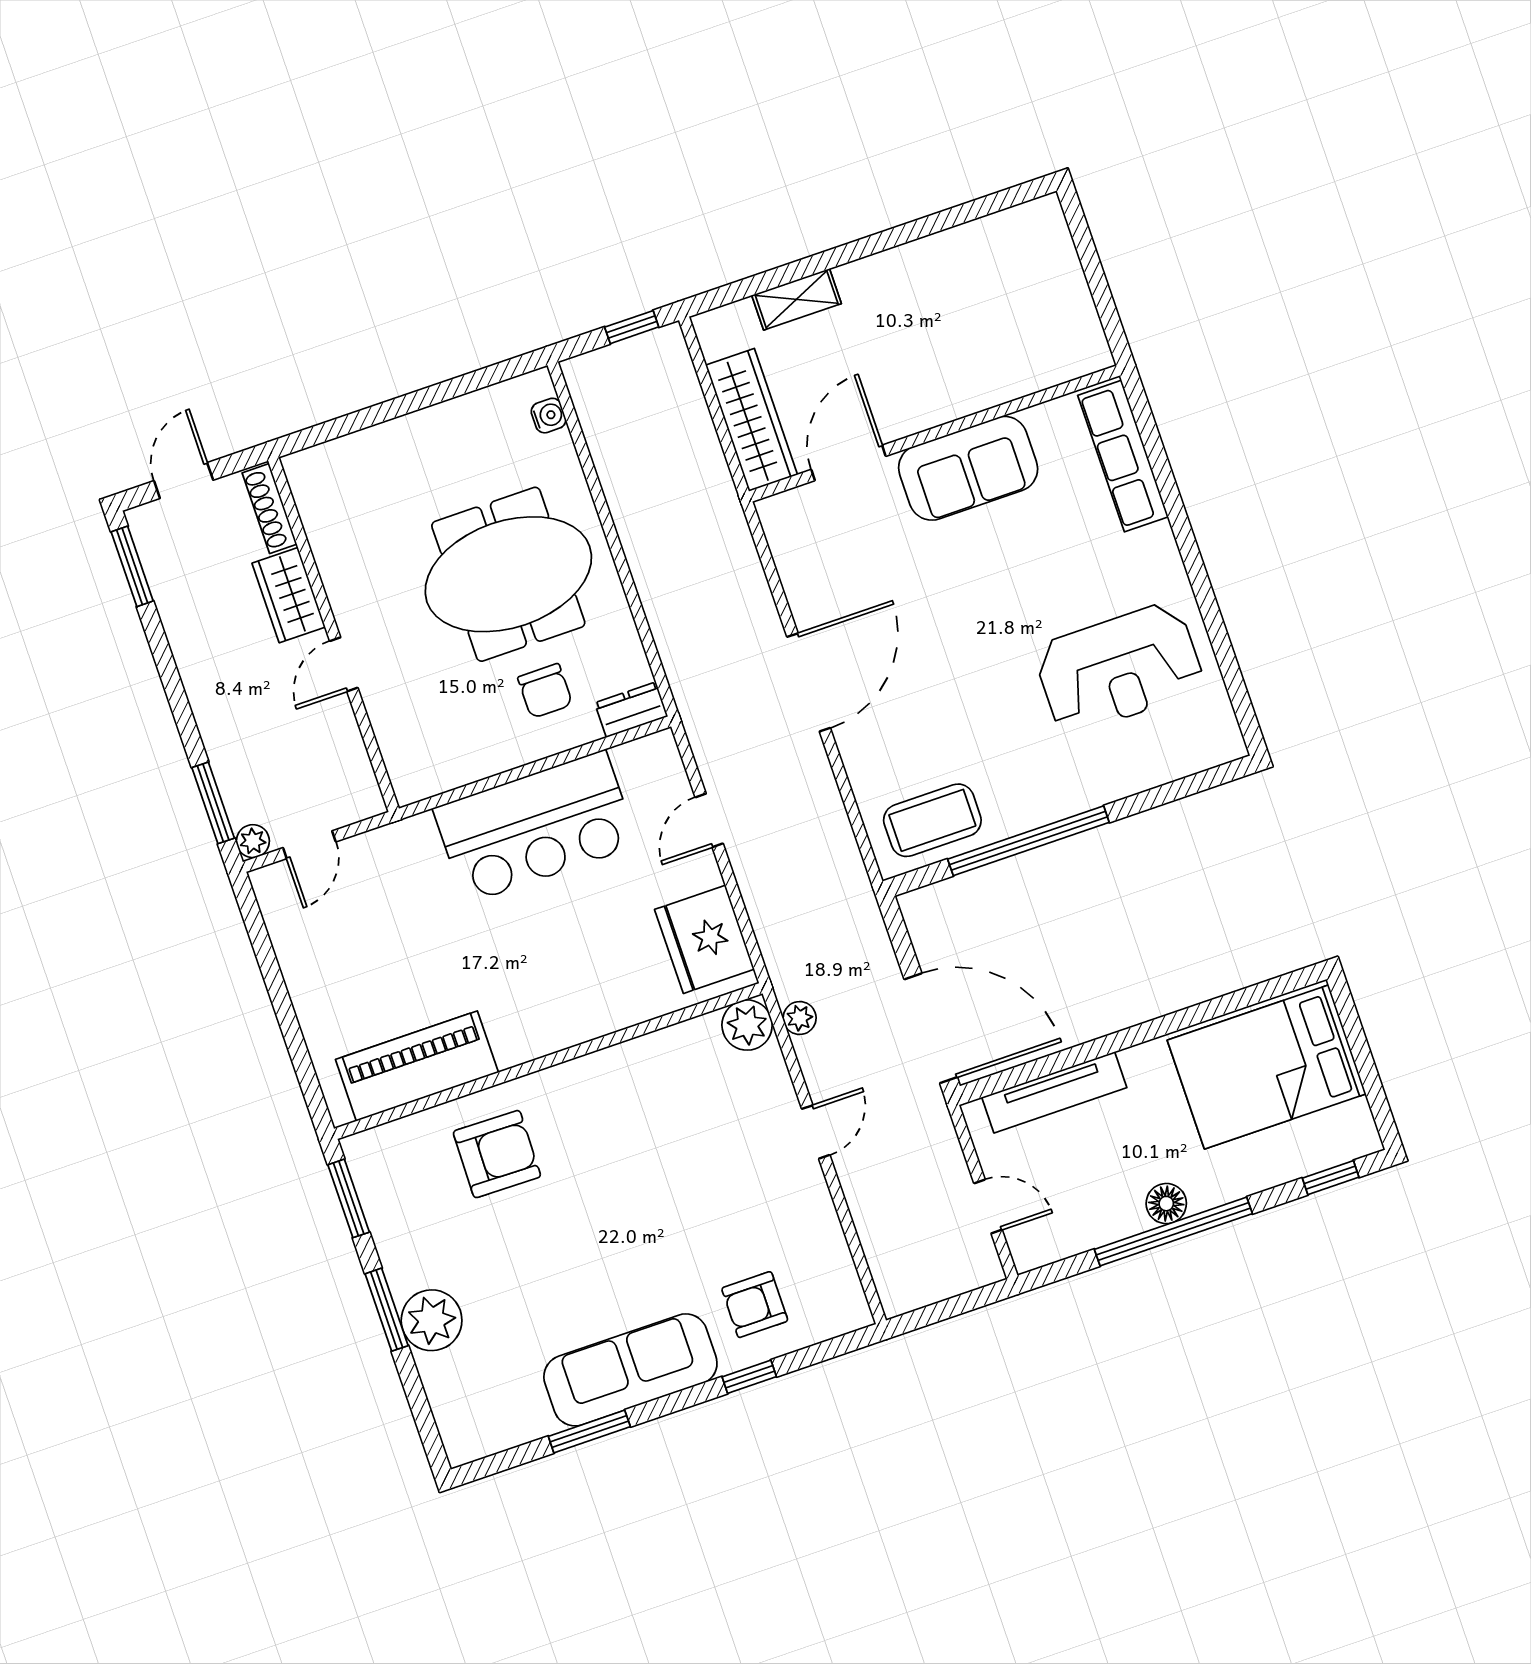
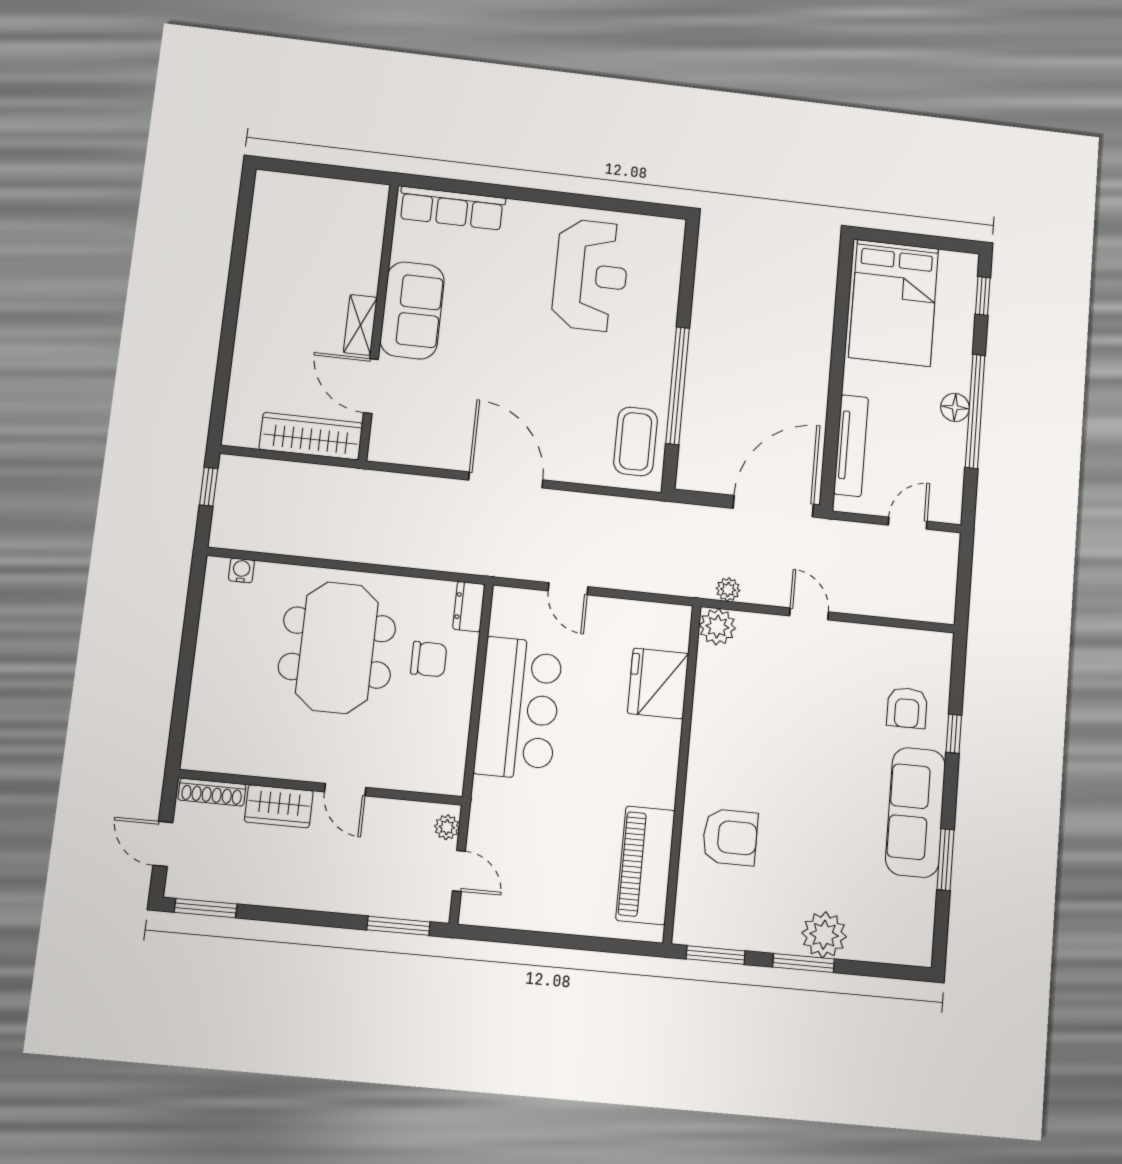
shelving: (797, 299) -> (360, 325), moved
plant: (253, 841) -> (447, 827), moved
fridge: (704, 939) -> (658, 683), moved, turned 90
armchair: (497, 1154) -> (730, 837), turned 89

